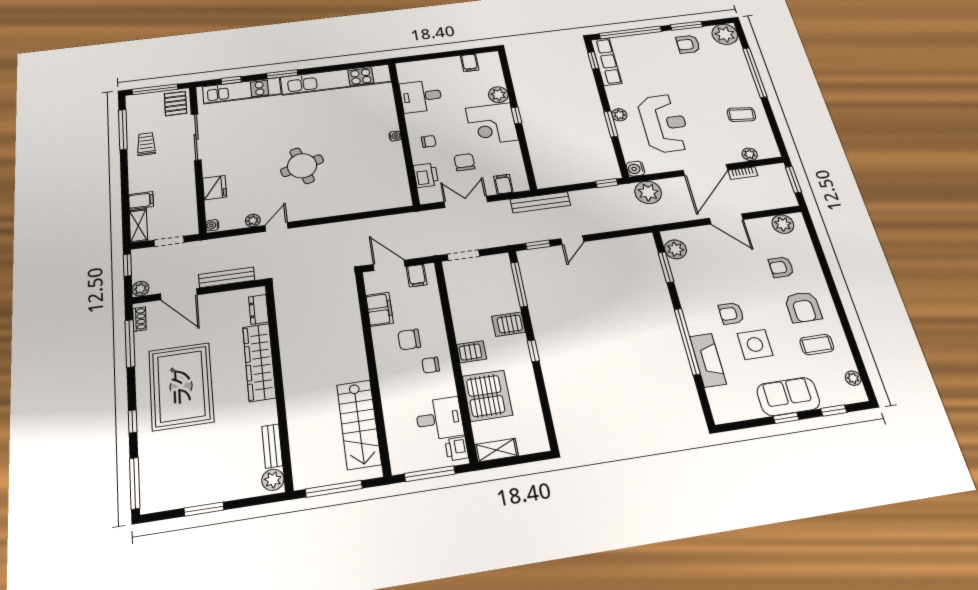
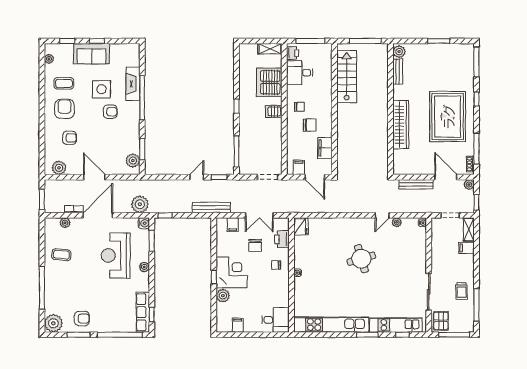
desk: (421, 96) -> (276, 320), moved
window: (611, 124) -> (152, 241), moved
fridge: (215, 188) -> (301, 227), moved, turned 180
dresser: (259, 309) -> (398, 159), removed
server rack: (508, 324) -> (248, 126), removed

